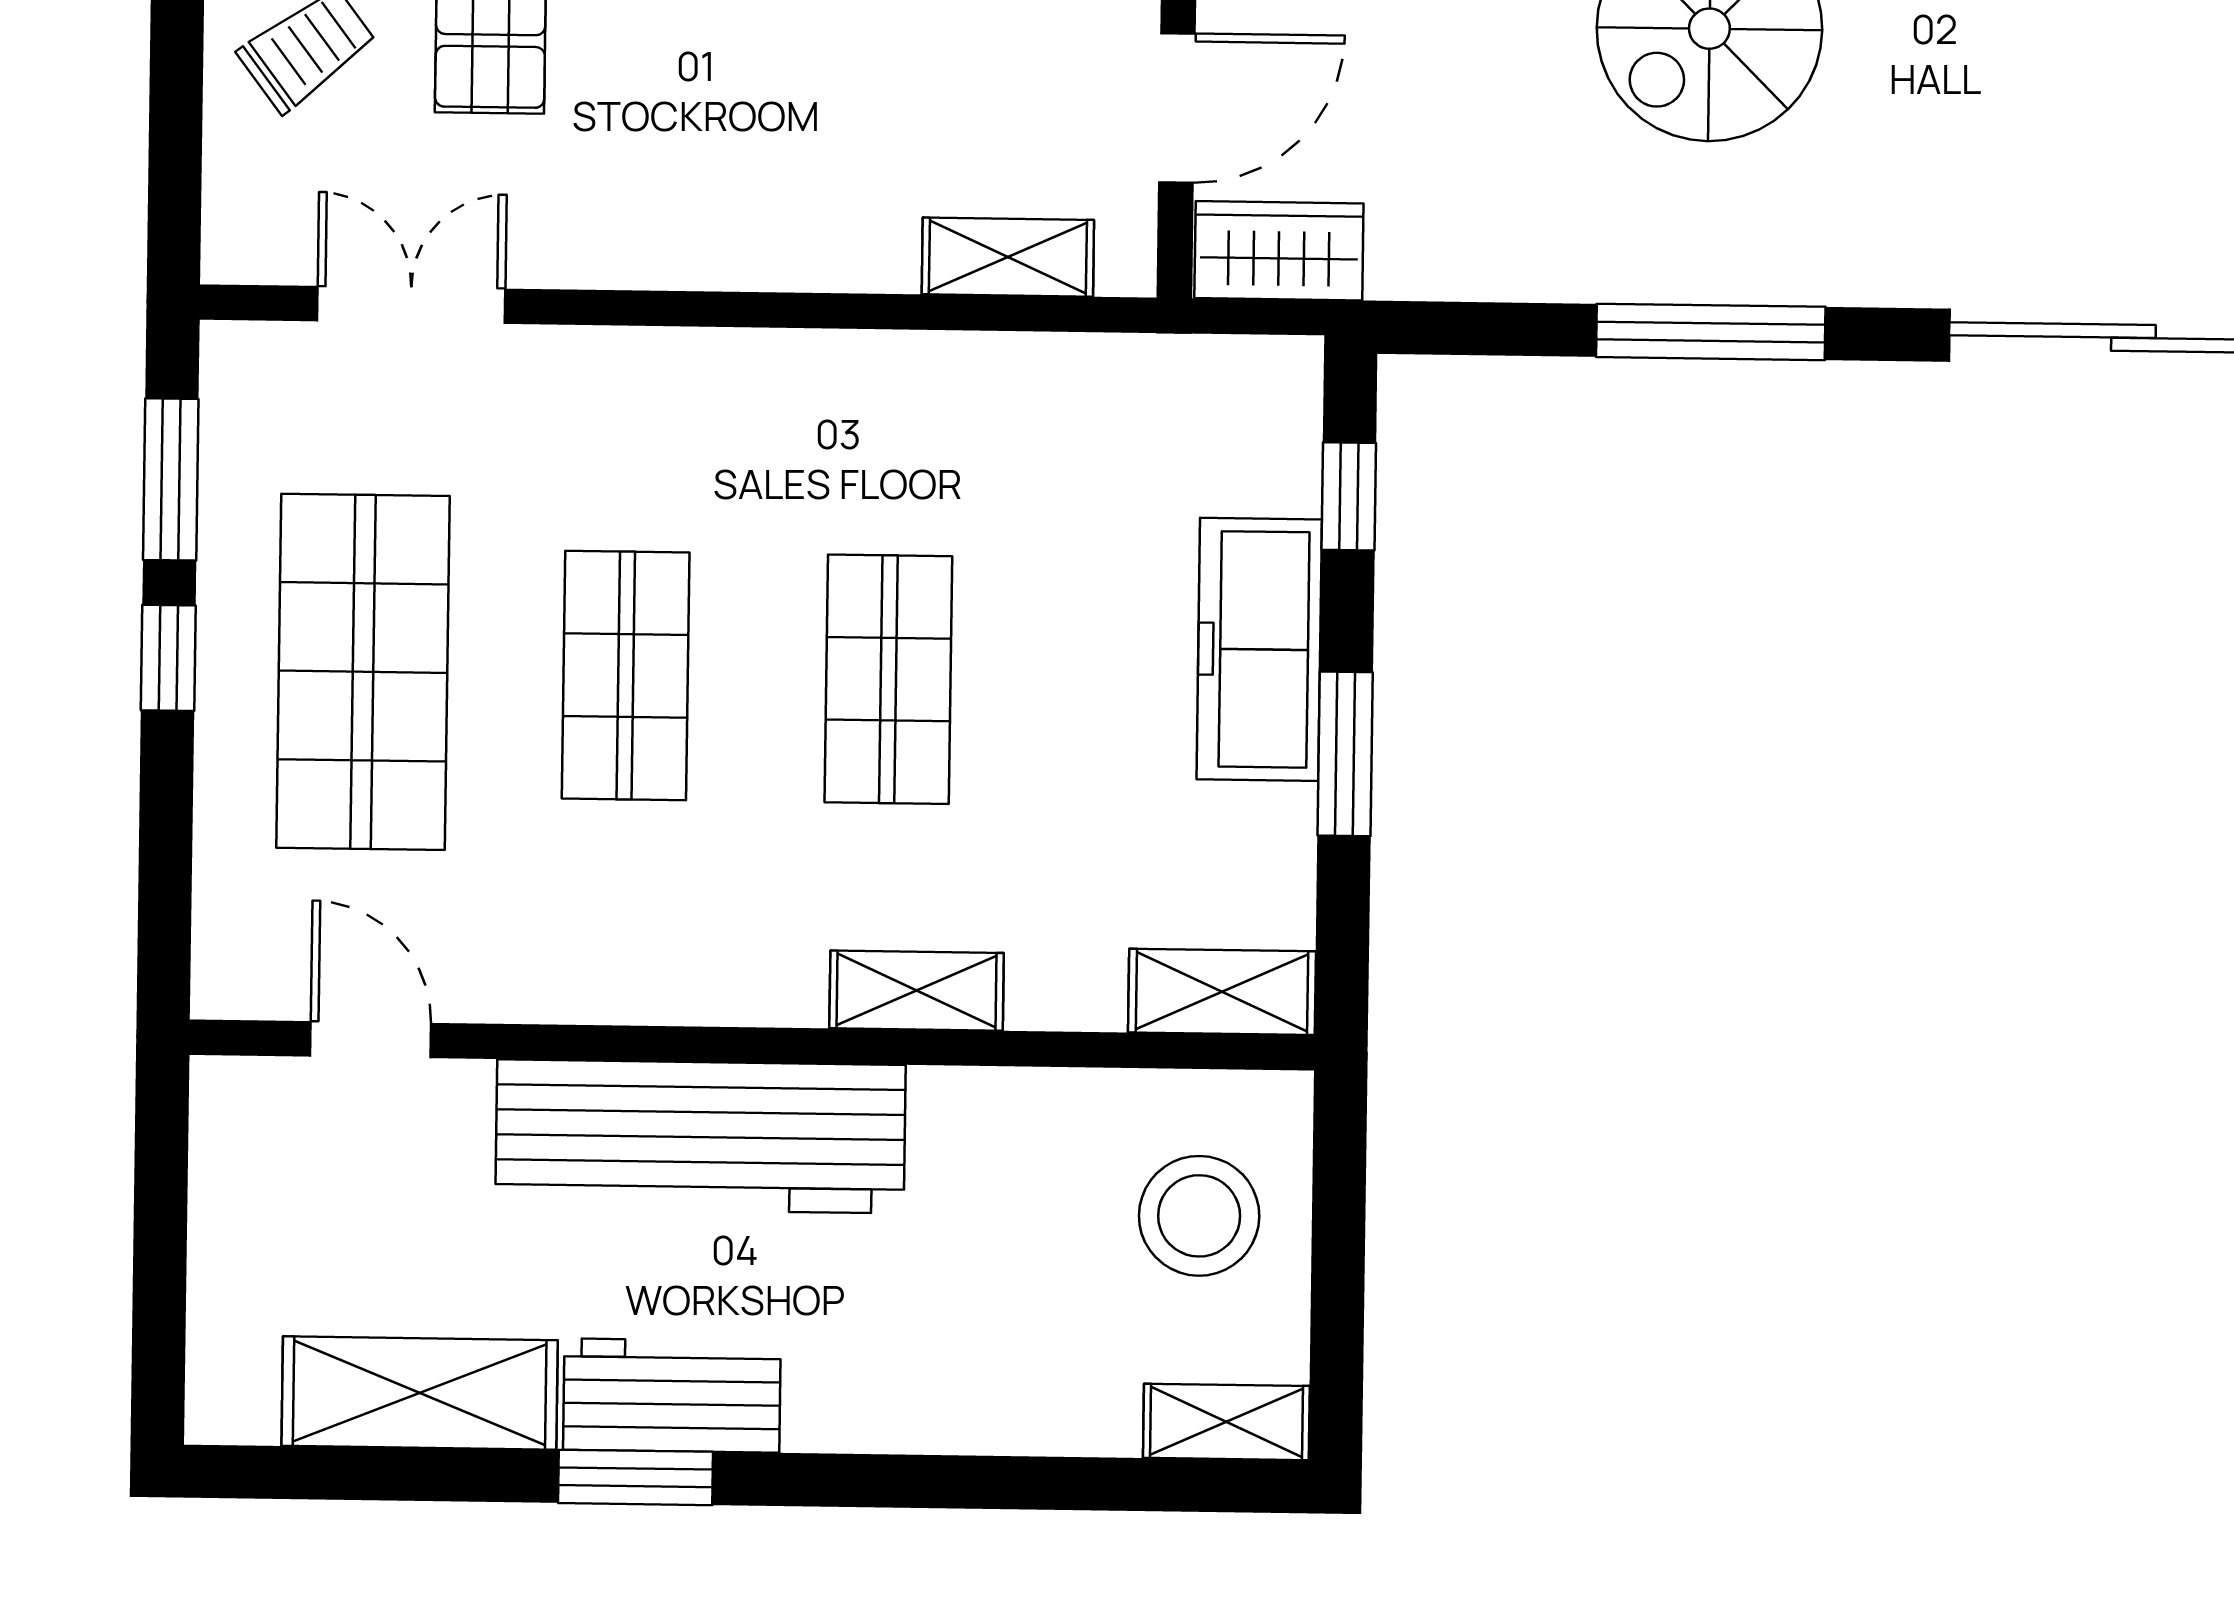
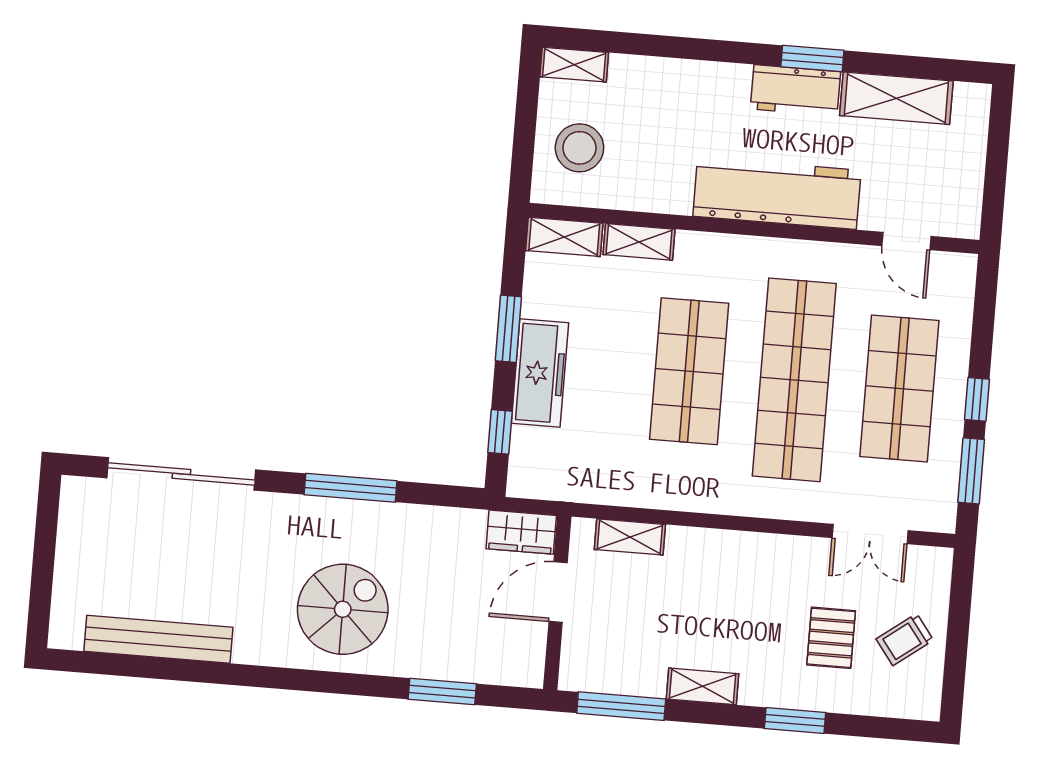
shop shelf: (626, 676) -> (794, 380), width x2.00, depth x1.36
shop shelf: (888, 679) -> (689, 371), width x1.43, depth x1.36
shelving: (917, 991) -> (639, 242), moved

